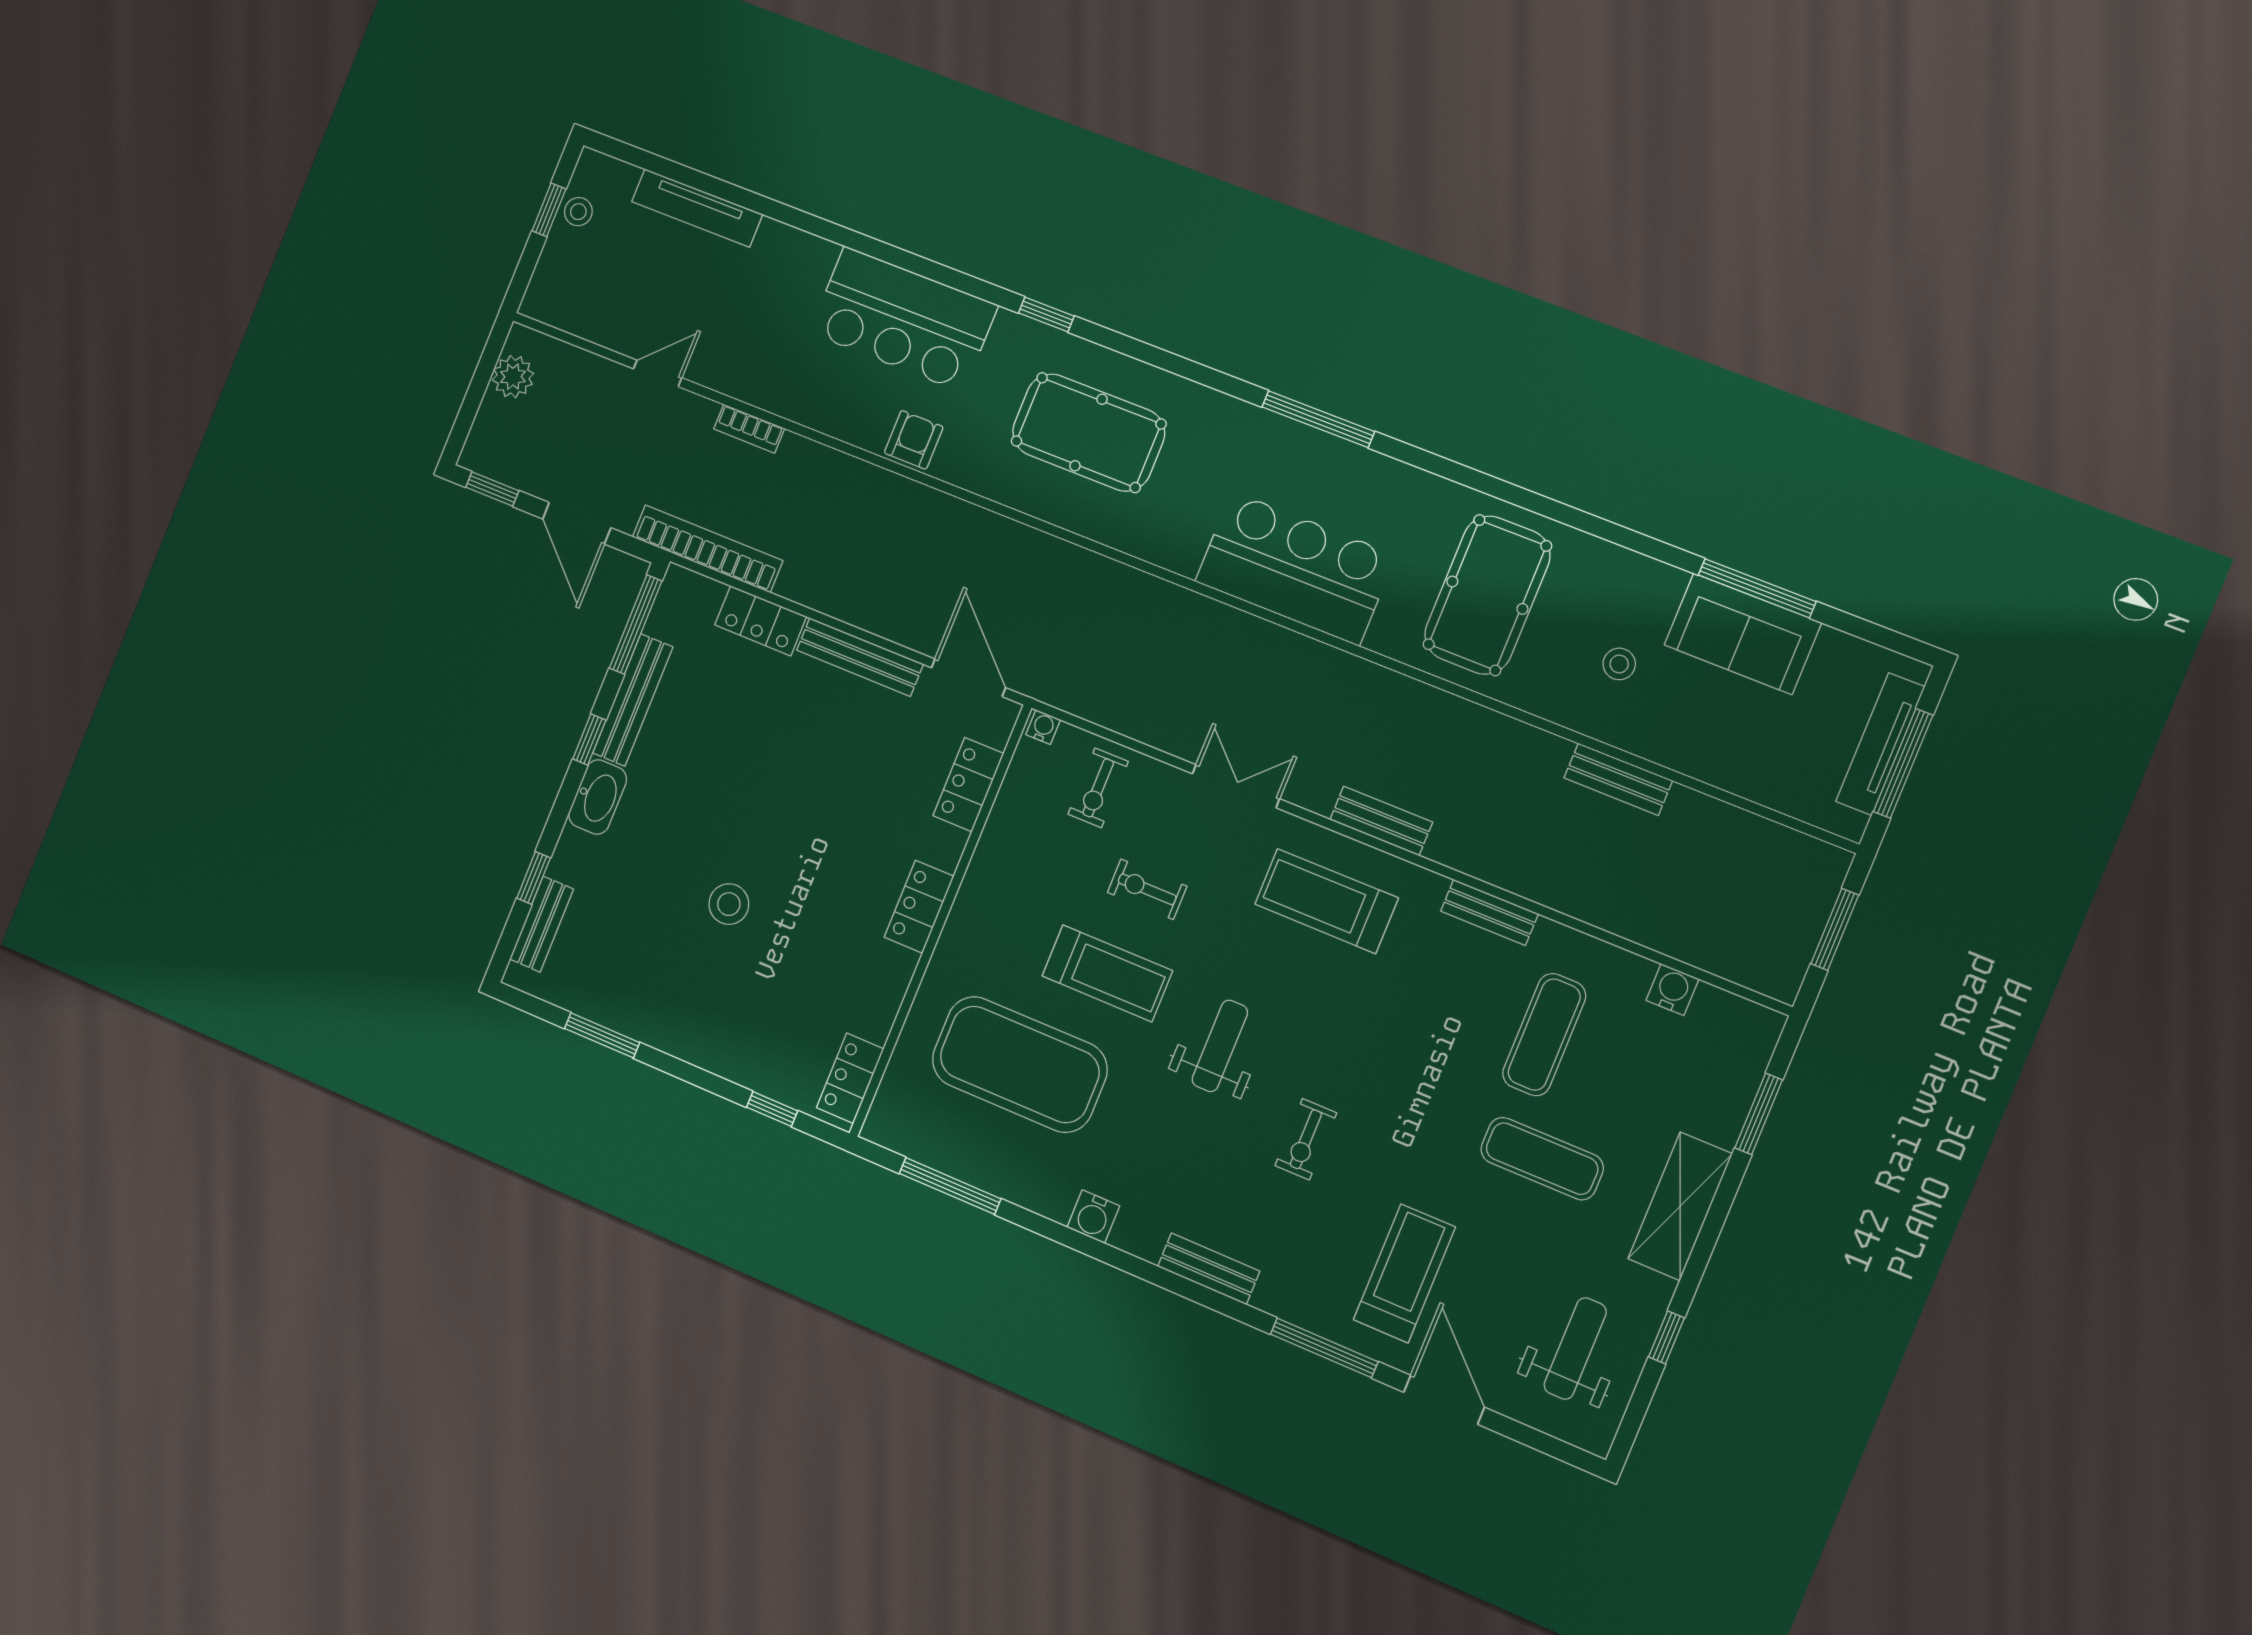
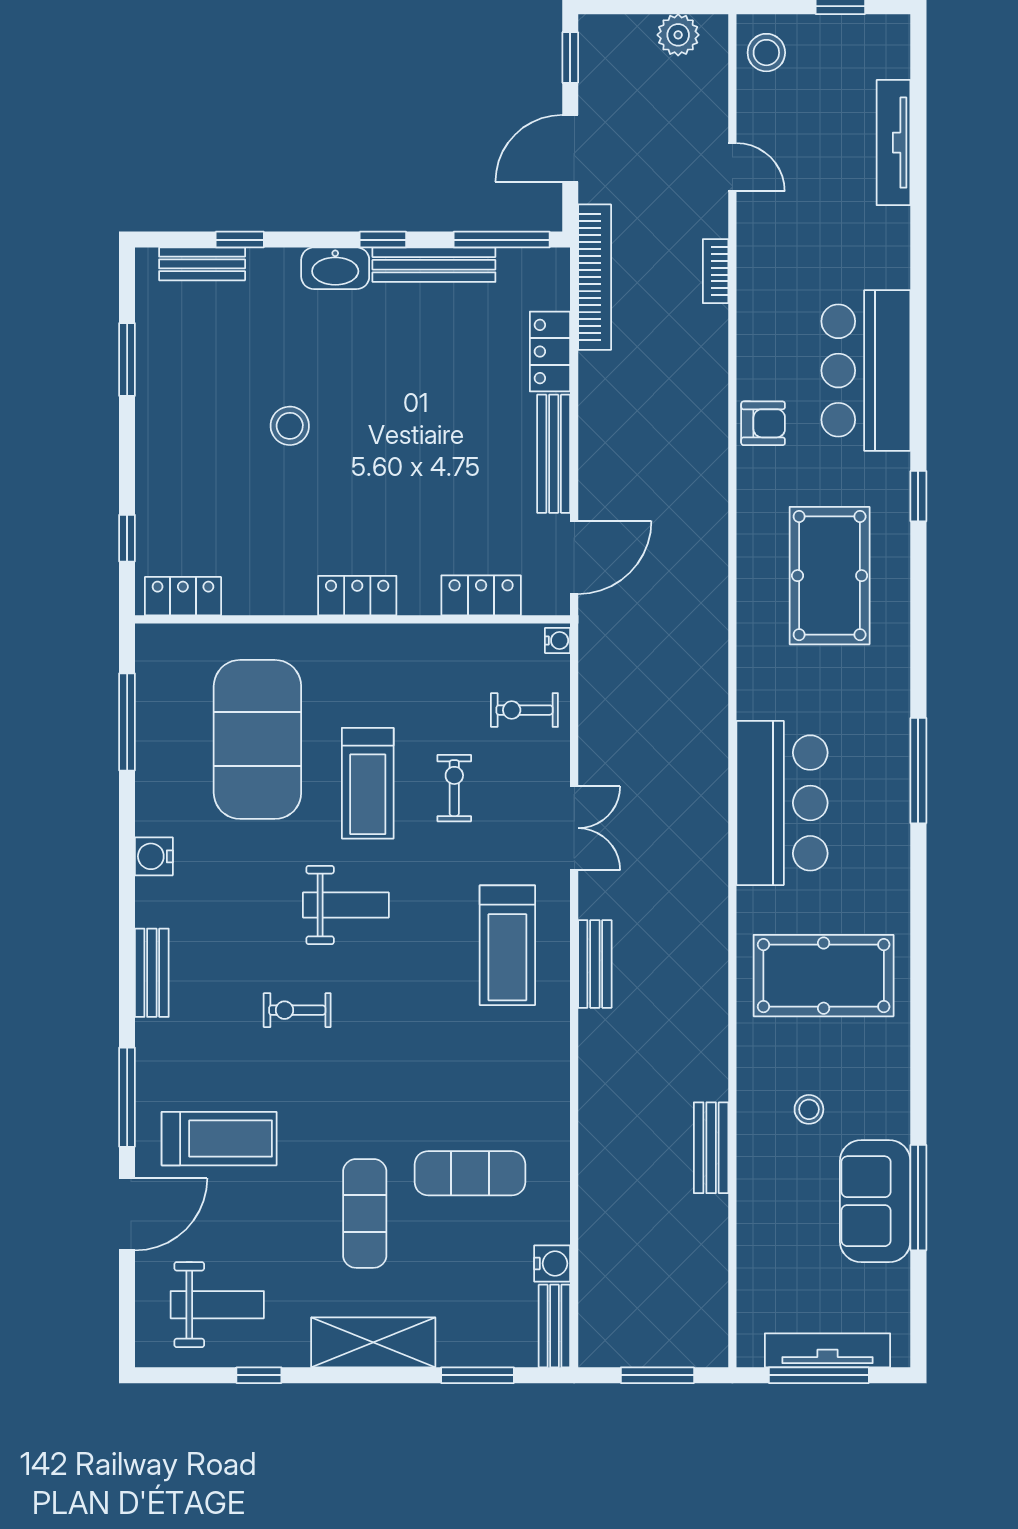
stool: (578, 212) -> (766, 53), moved, width x1.37, depth x1.37
treadmill: (1326, 901) -> (507, 945), turned 180
bench: (1489, 912) -> (554, 1326), moved

